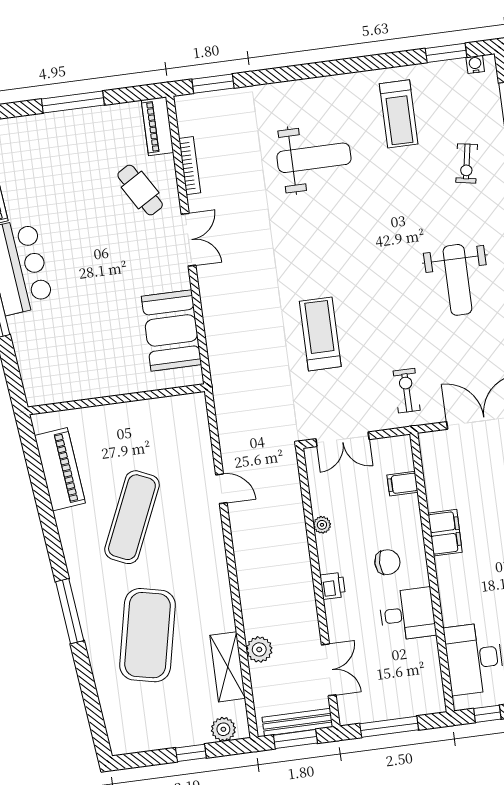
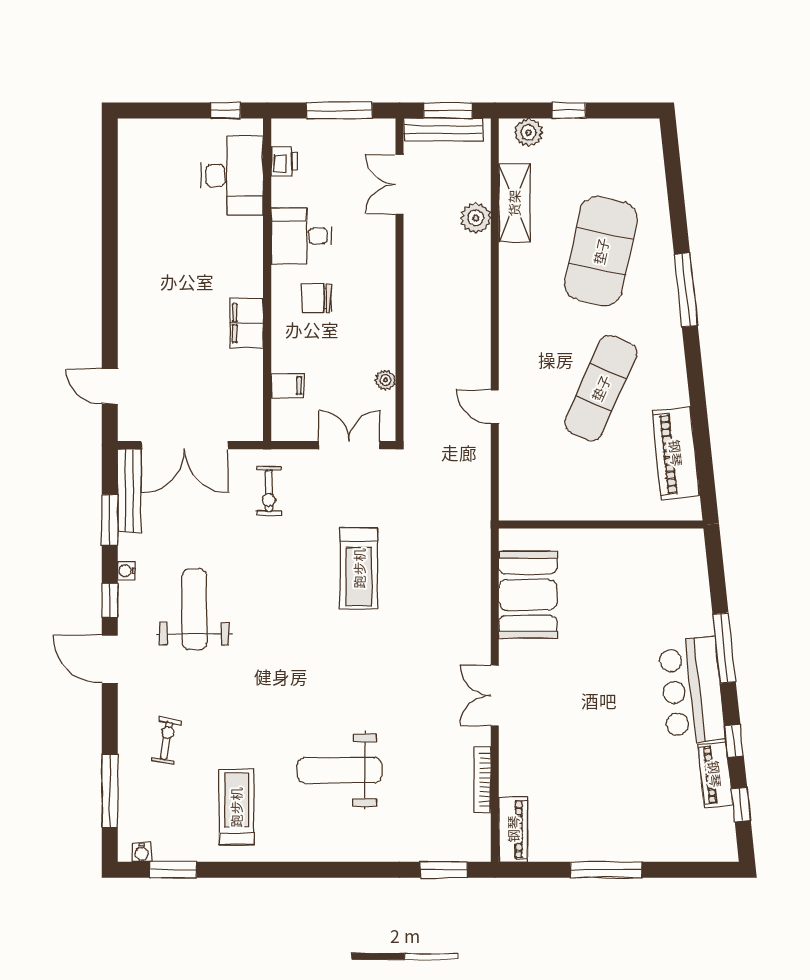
cafe table: (140, 190) -> (543, 759), removed
plant: (322, 525) -> (386, 380), moved
printer: (333, 586) -> (284, 161), moved, turned 180

